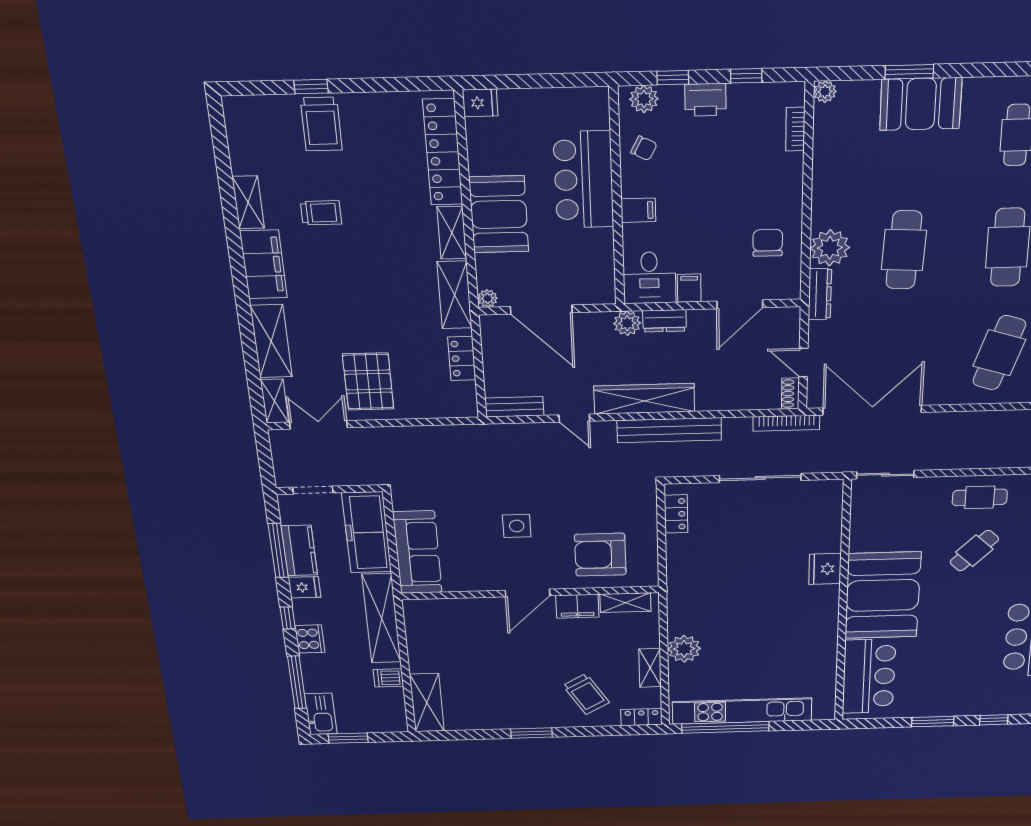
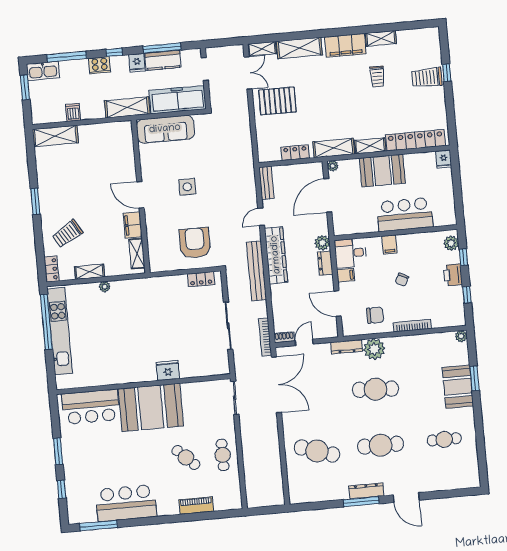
bookcase: (795, 129) -> (412, 326), moved, width x1.56
chair: (644, 148) -> (402, 280), moved
armchair: (600, 555) -> (195, 243), moved
shelving: (382, 618) -> (127, 107), width x0.68
plant: (684, 649) -> (105, 287), width x0.53, depth x0.53

